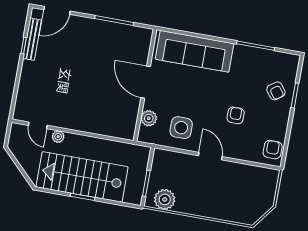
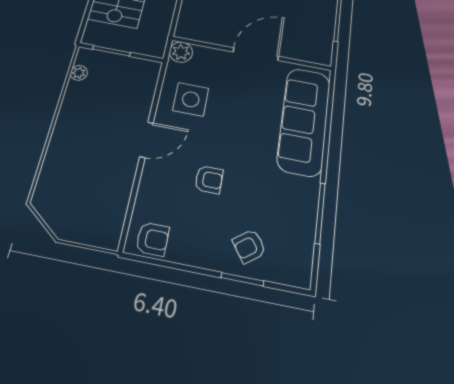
plant: (149, 118) -> (181, 52), moved
plant: (165, 199) -> (79, 73), width x0.53, depth x0.53

